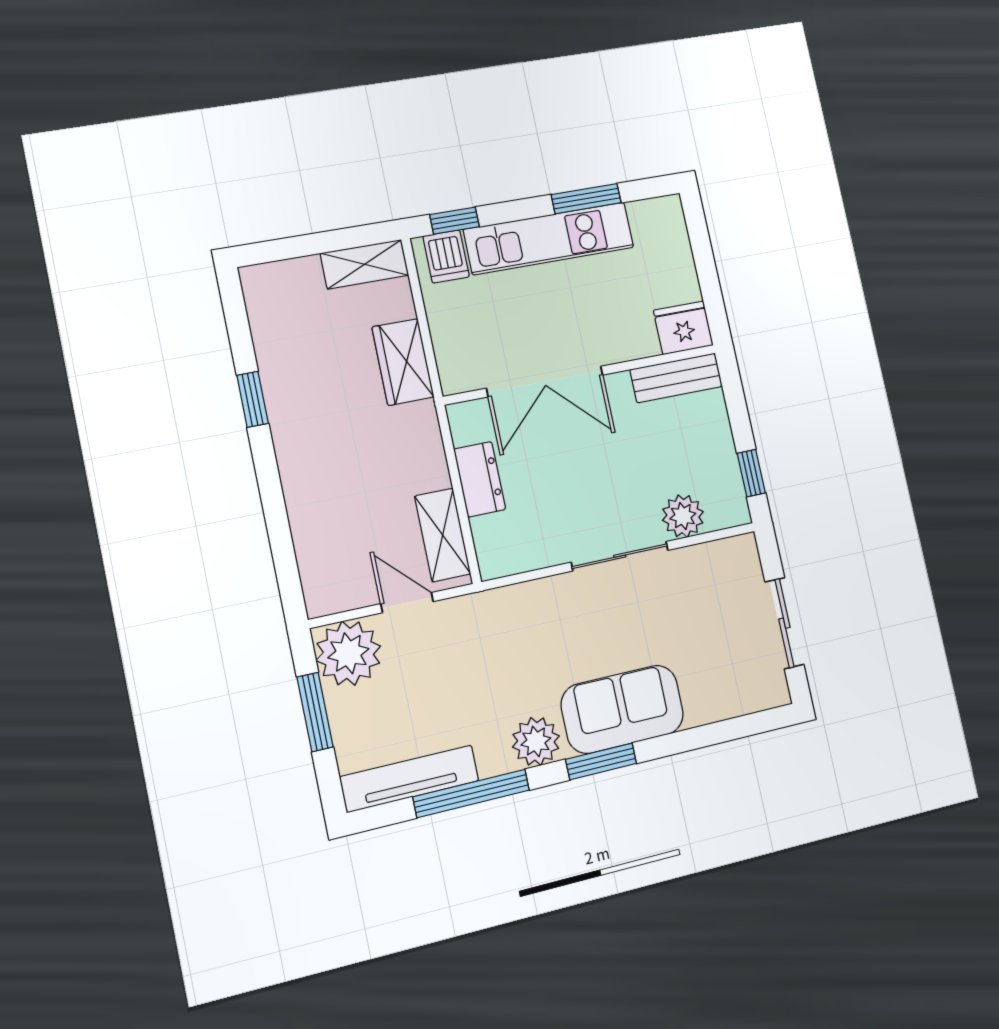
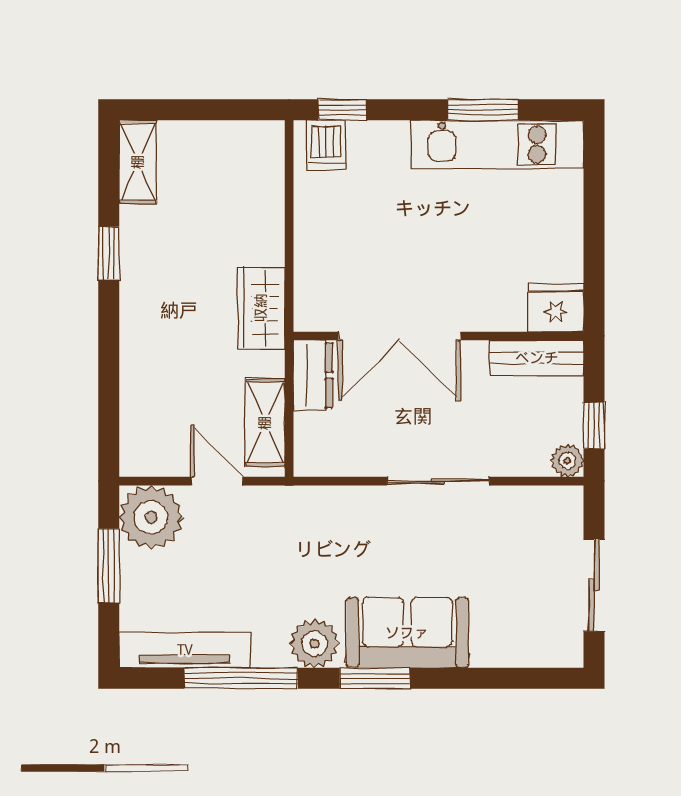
kitchen unit: (549, 238) -> (497, 145), moved
shelving: (365, 264) -> (138, 162), moved, turned 90
fridge: (683, 328) -> (556, 308), moved
wardrobe: (403, 362) -> (261, 308), moved
wall: (581, 375) -> (439, 336), moved
bench: (676, 378) -> (537, 358), moved
double door: (545, 382) -> (400, 336), moved
plant: (683, 516) -> (567, 461), moved, width x0.73, depth x0.73

